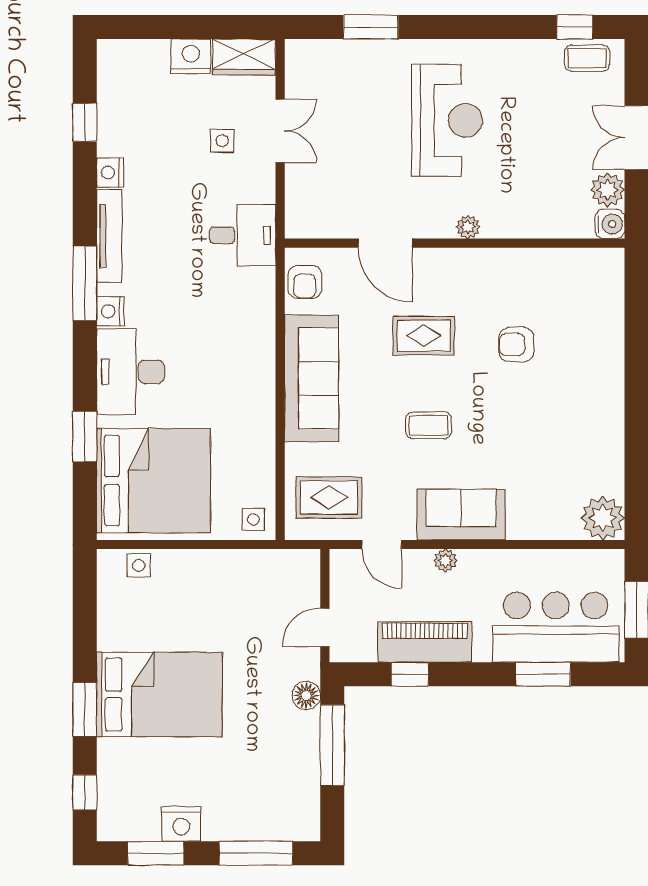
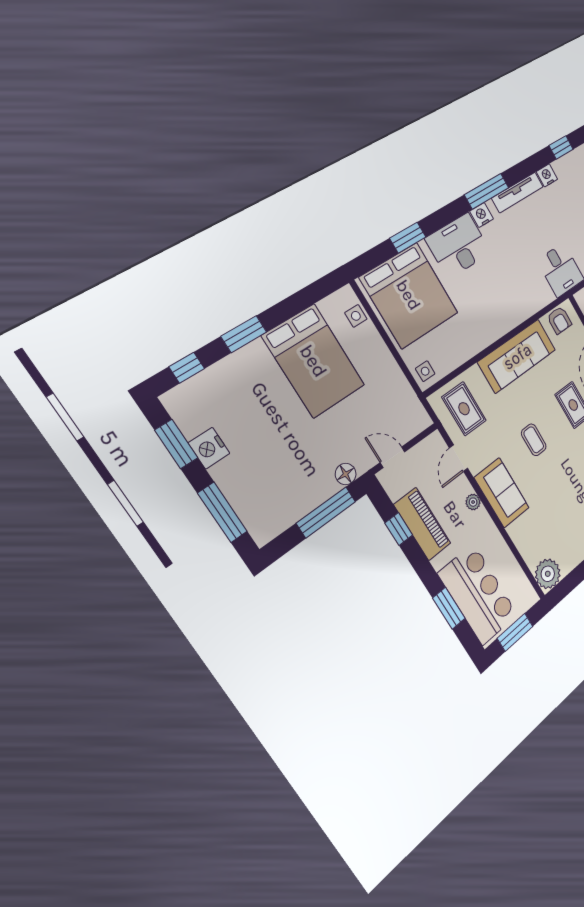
armchair: (305, 282) -> (559, 320), turned -90
bed: (159, 695) -> (314, 361), moved

